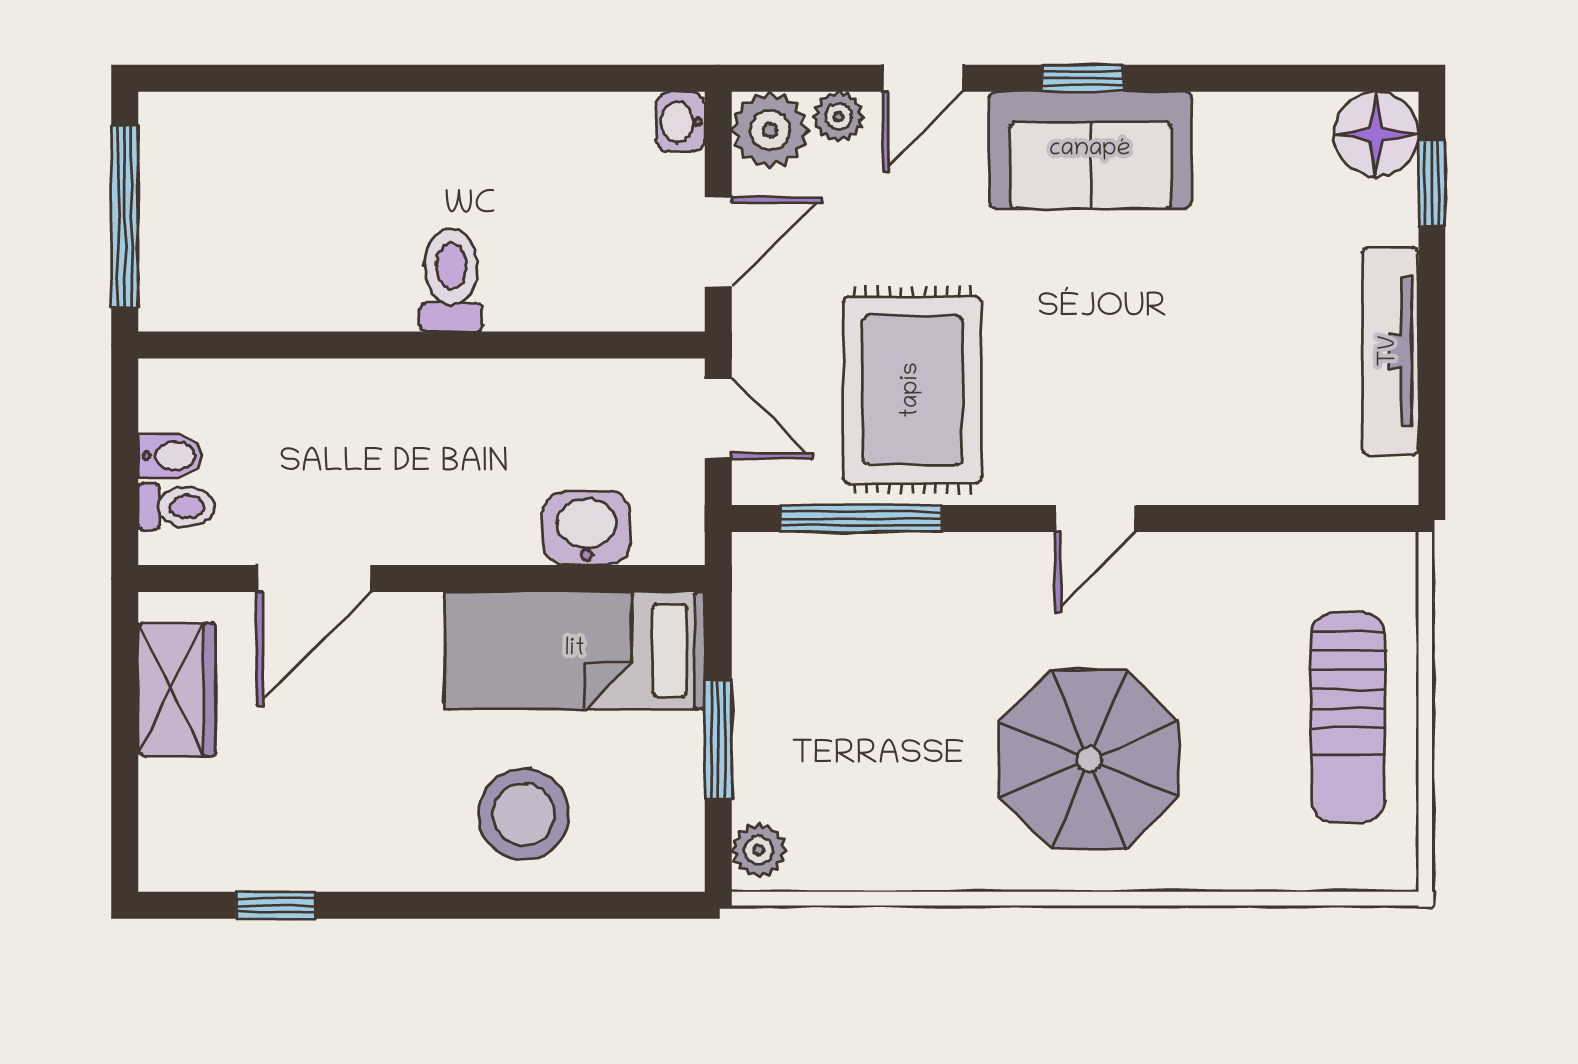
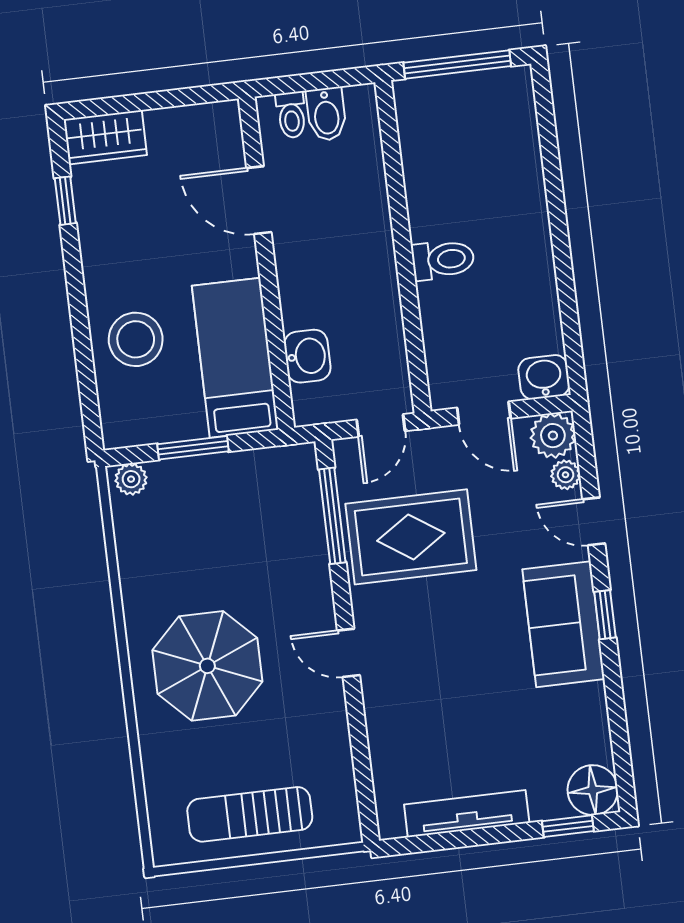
washbasin: (681, 122) -> (544, 377), width x1.38, depth x1.45
bidet: (170, 456) -> (326, 114), width x1.38, depth x1.36
wardrobe: (177, 689) -> (105, 137), moved

